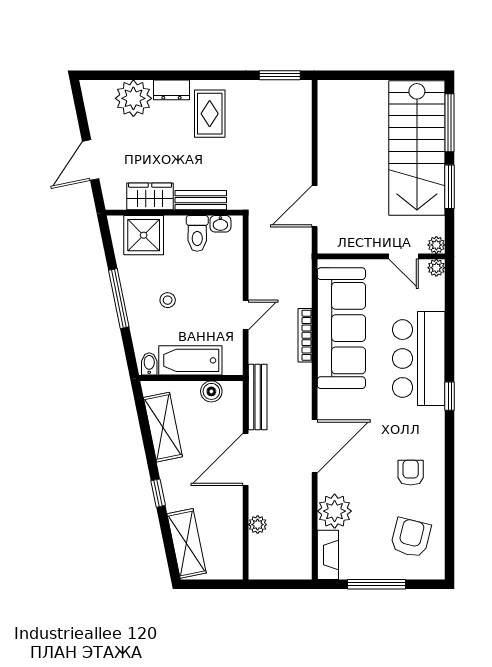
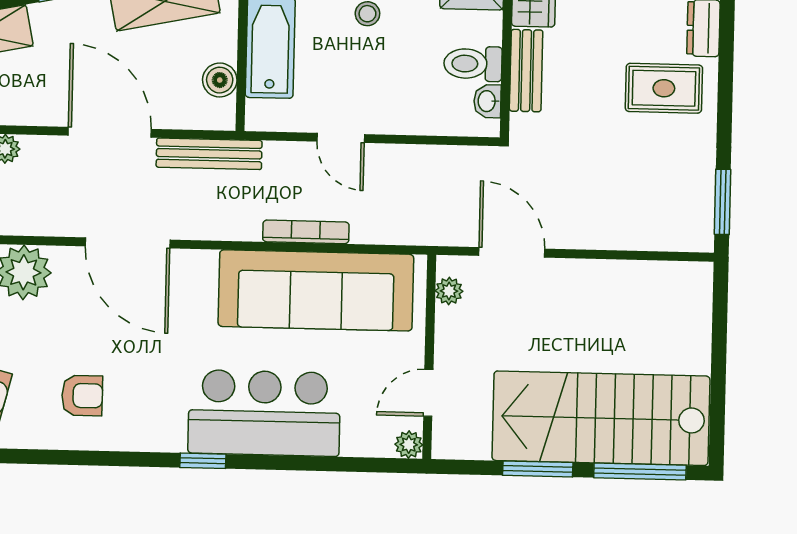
plant: (436, 245) -> (449, 291), moved

